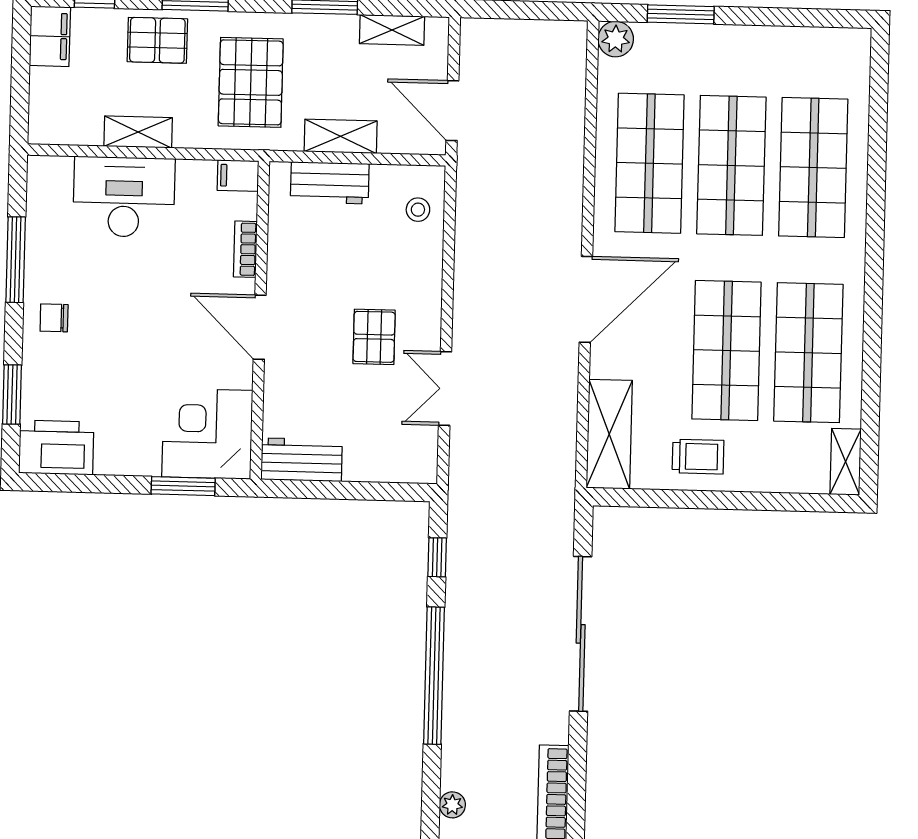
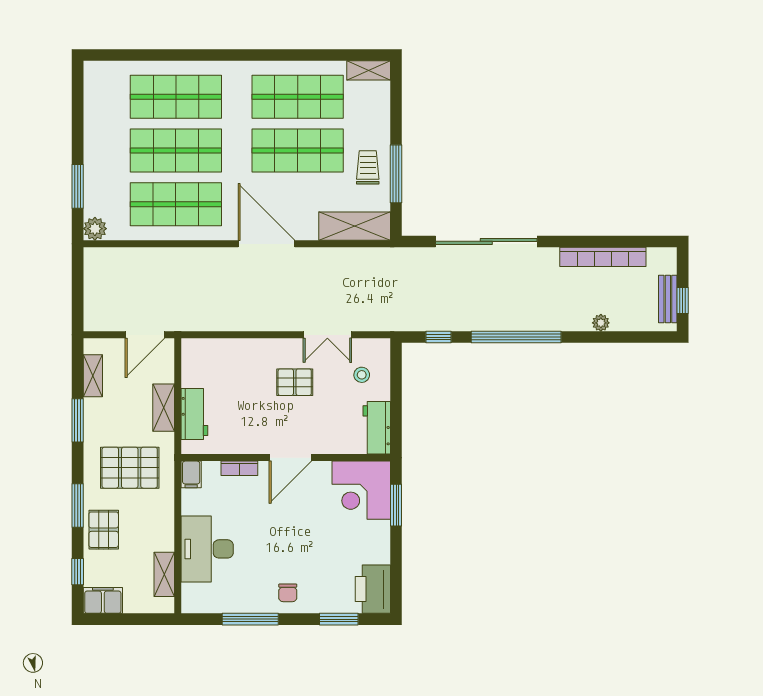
shelving: (138, 132) -> (164, 574), moved
stool: (418, 210) -> (362, 375), moved
window: (687, 499) -> (396, 174), added

